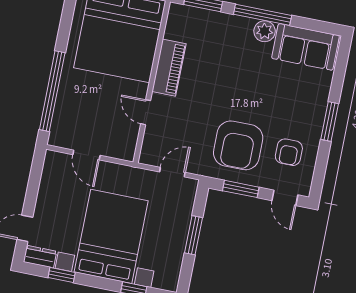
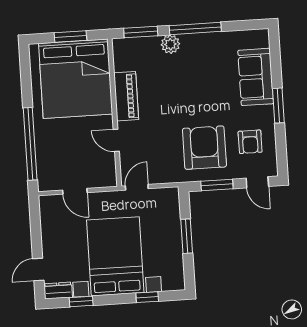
plant: (265, 31) -> (170, 44), moved
sofa: (305, 47) -> (256, 77), moved, turned 90
armchair: (238, 145) -> (204, 148), turned 180
door: (172, 172) -> (137, 187), moved

